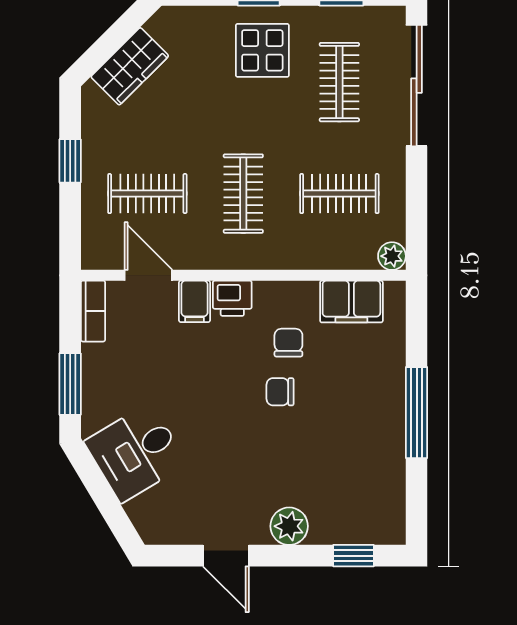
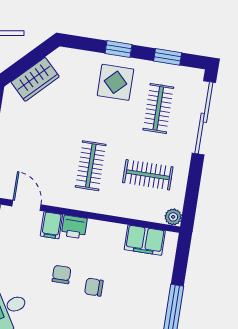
clothes rail: (147, 194) -> (34, 157), removed
chair: (288, 343) -> (61, 275), moved

